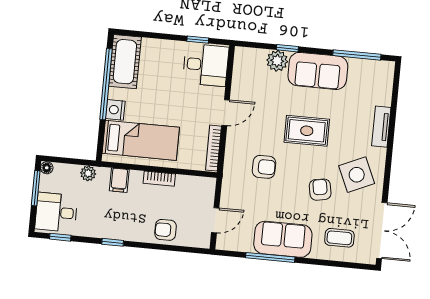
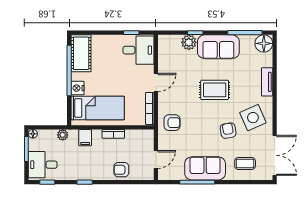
floor lamp: (382, 72) -> (264, 43), added
armchair: (264, 167) -> (172, 123), moved

